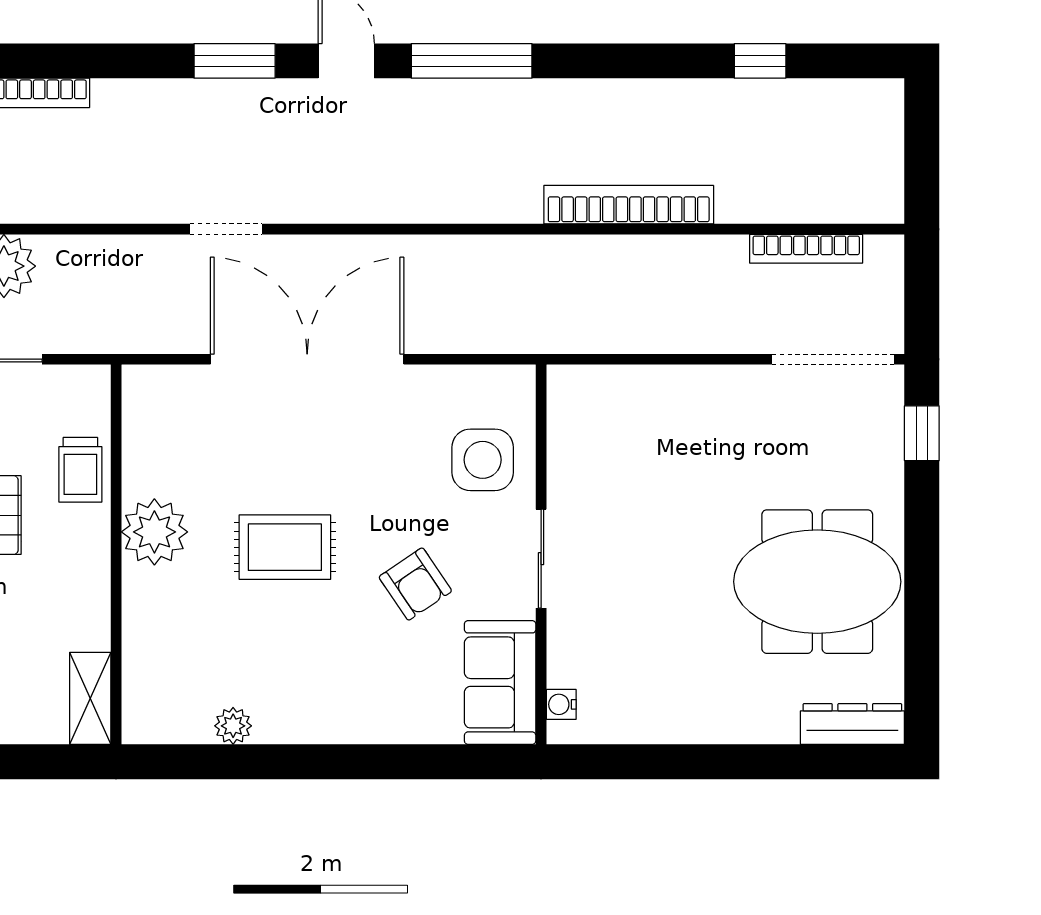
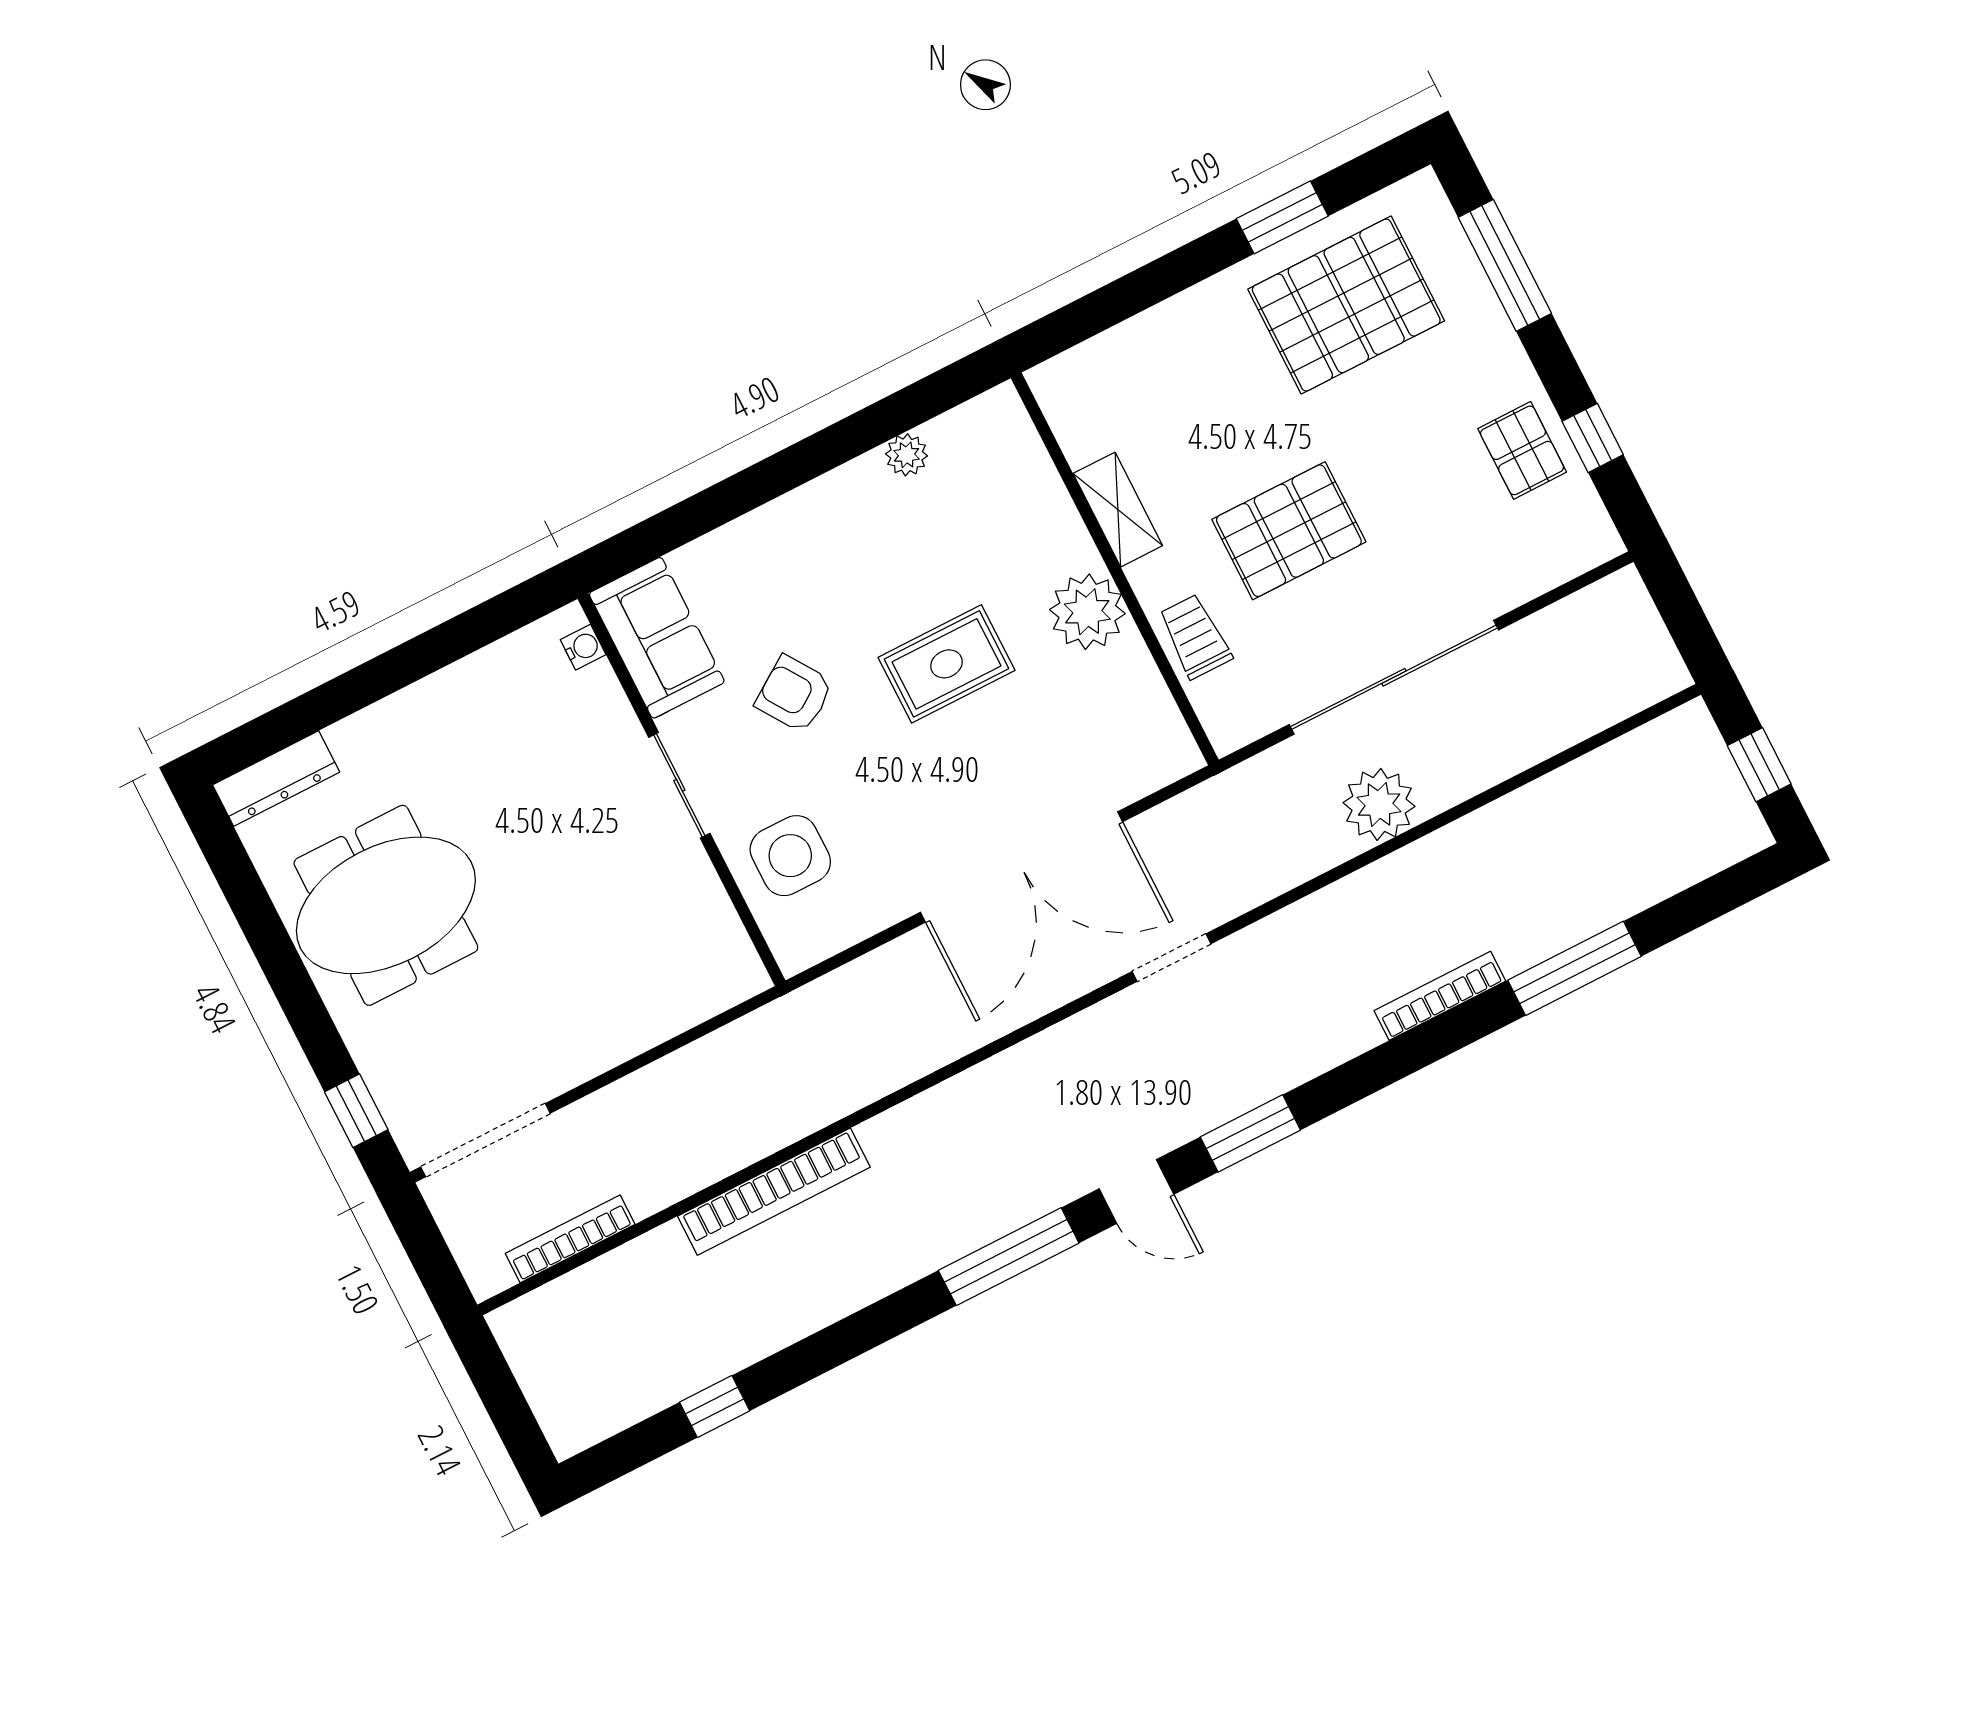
shelving: (90, 698) -> (1118, 510), moved

